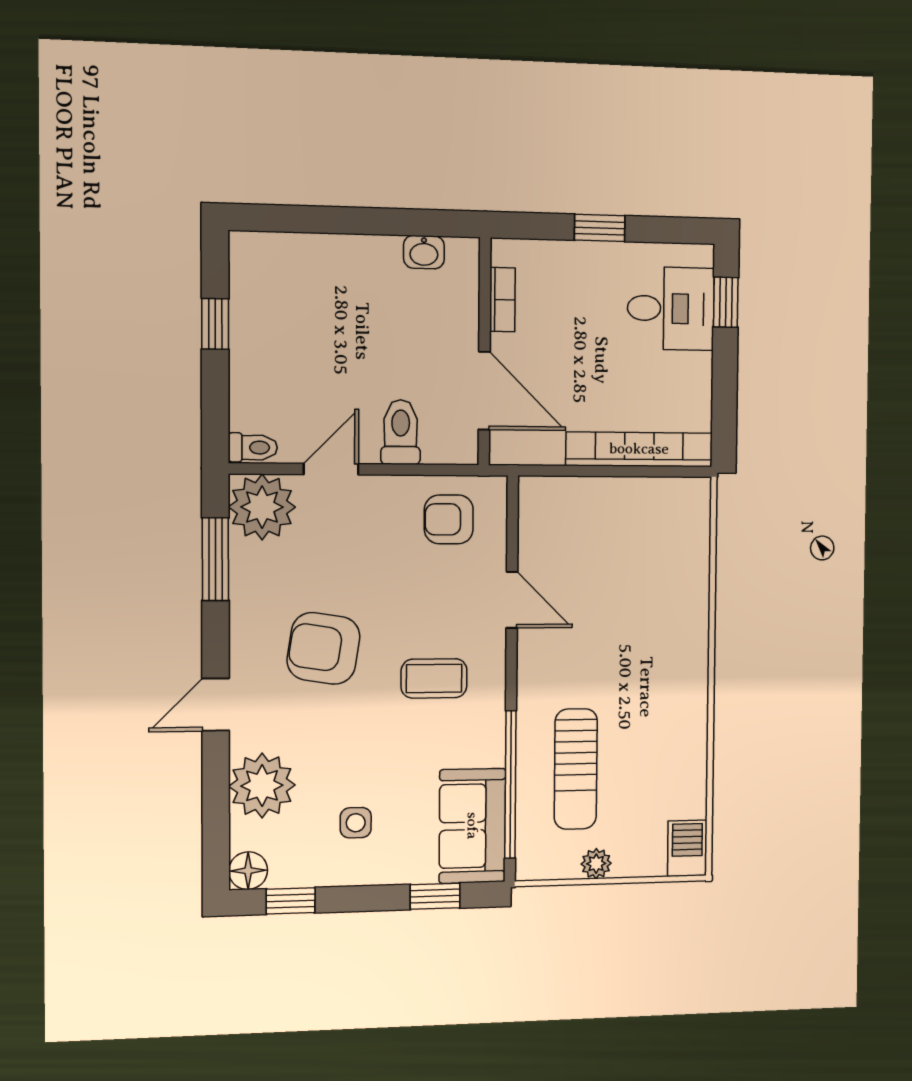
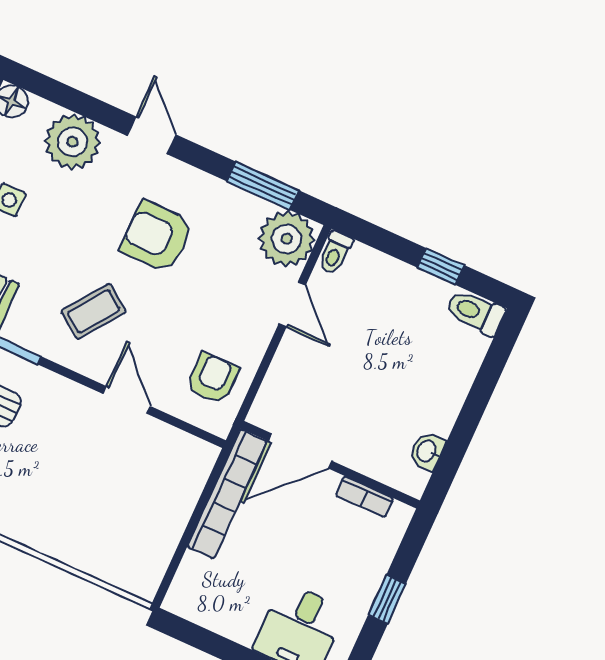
toilet: (401, 432) -> (475, 312), moved, turned 180
bookcase: (639, 449) -> (227, 494), moved
door: (512, 600) -> (127, 400), swing flipped
armchair: (323, 648) -> (157, 237), turned -99
coffee table: (434, 678) -> (93, 311), turned 36

